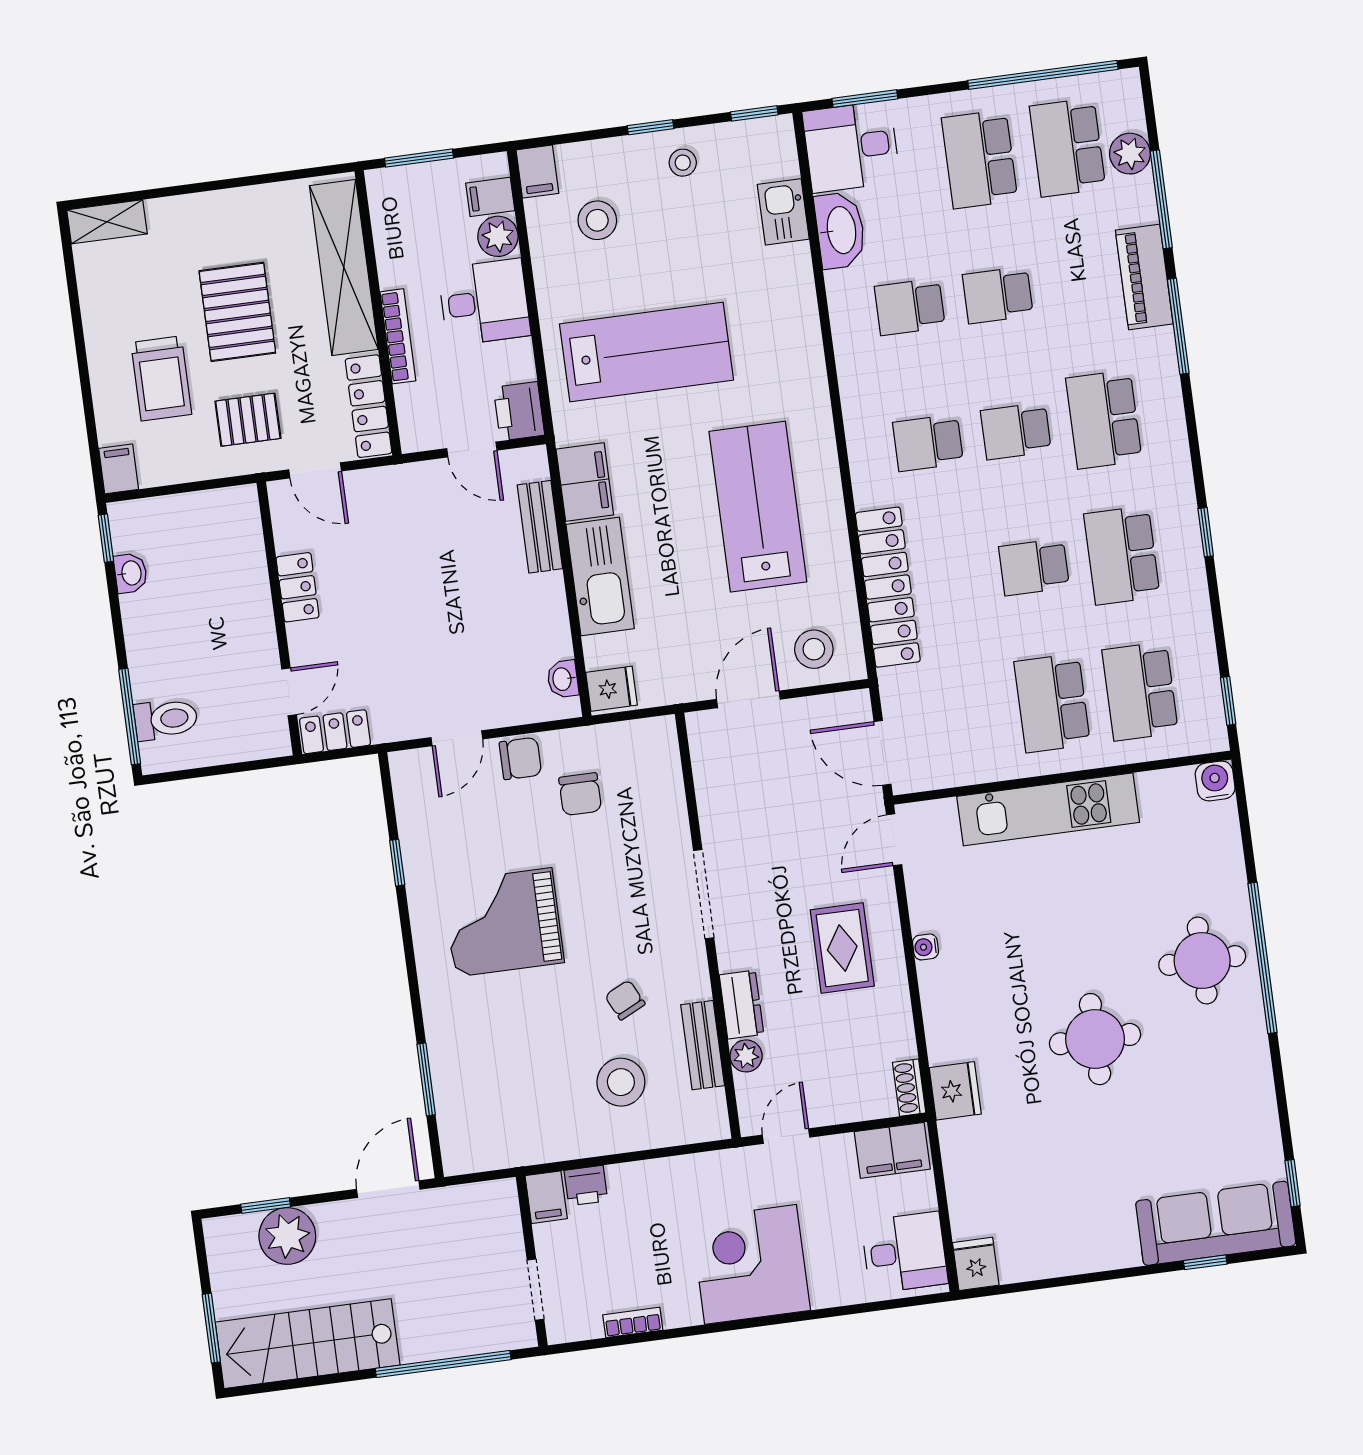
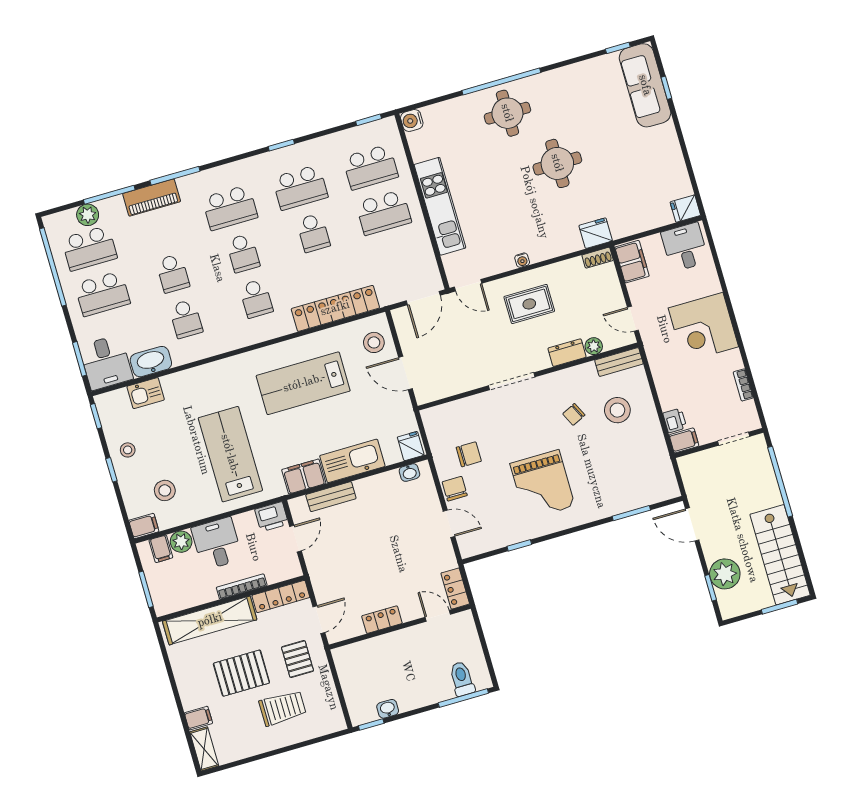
filing cabinet: (119, 469) -> (198, 718), moved, turned 180
bench: (703, 1045) -> (619, 362), moved

